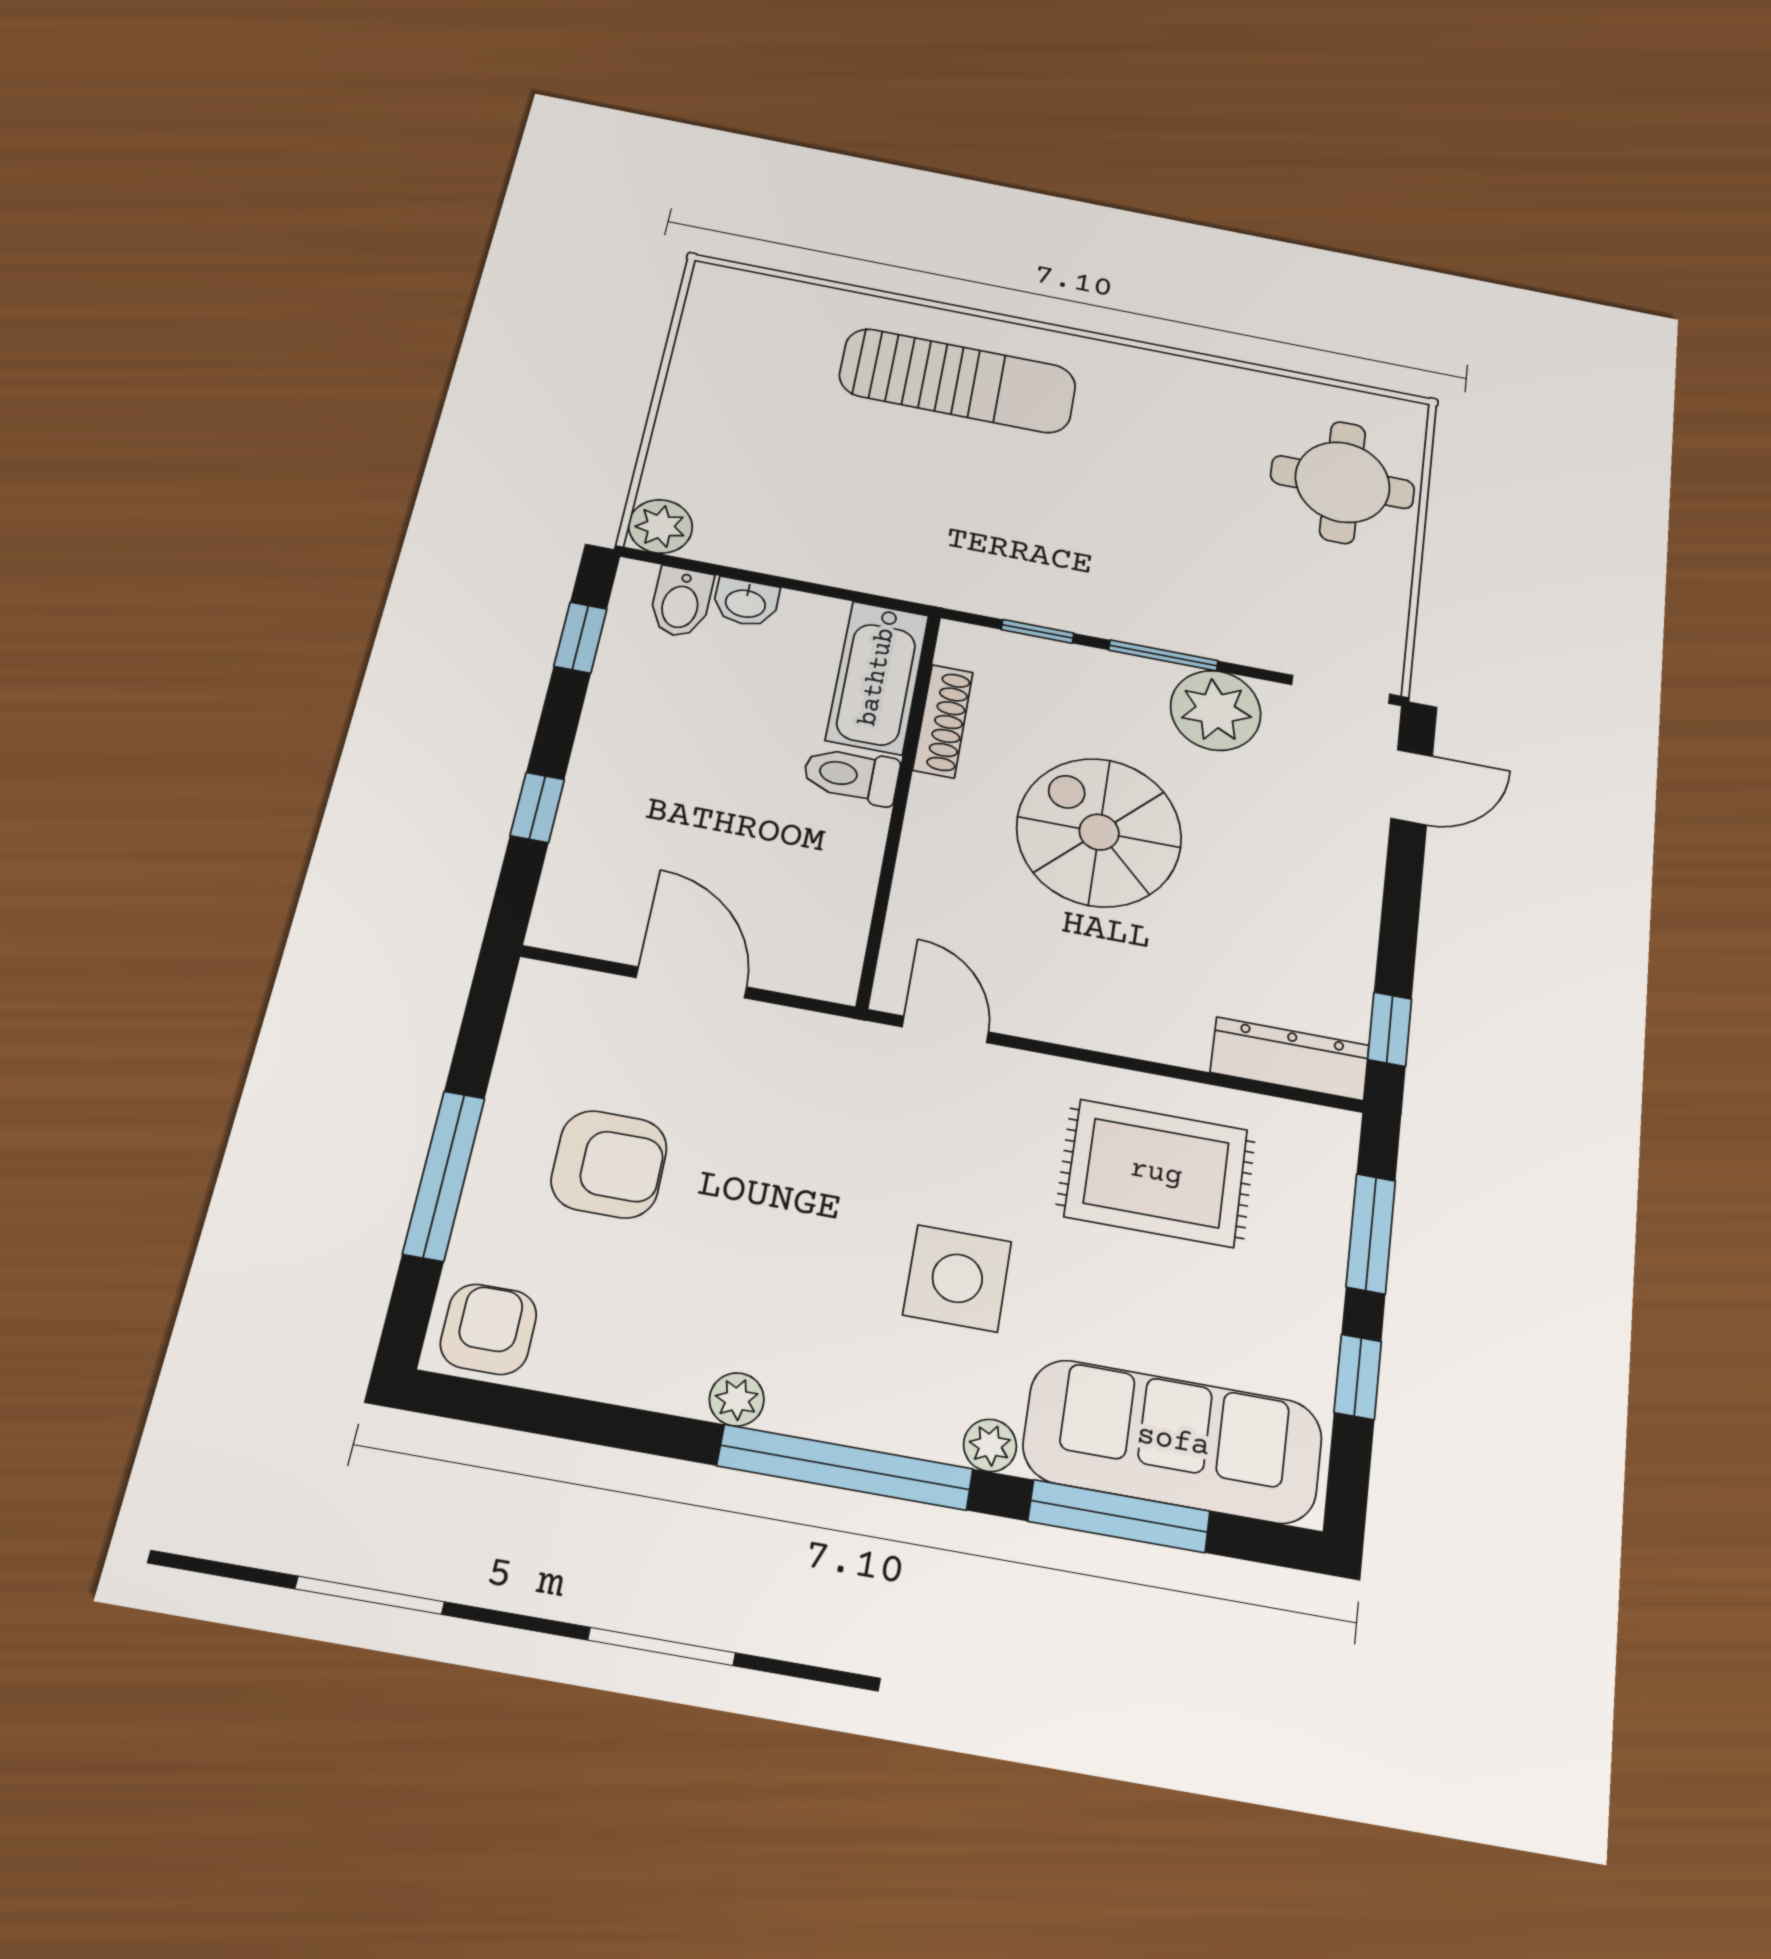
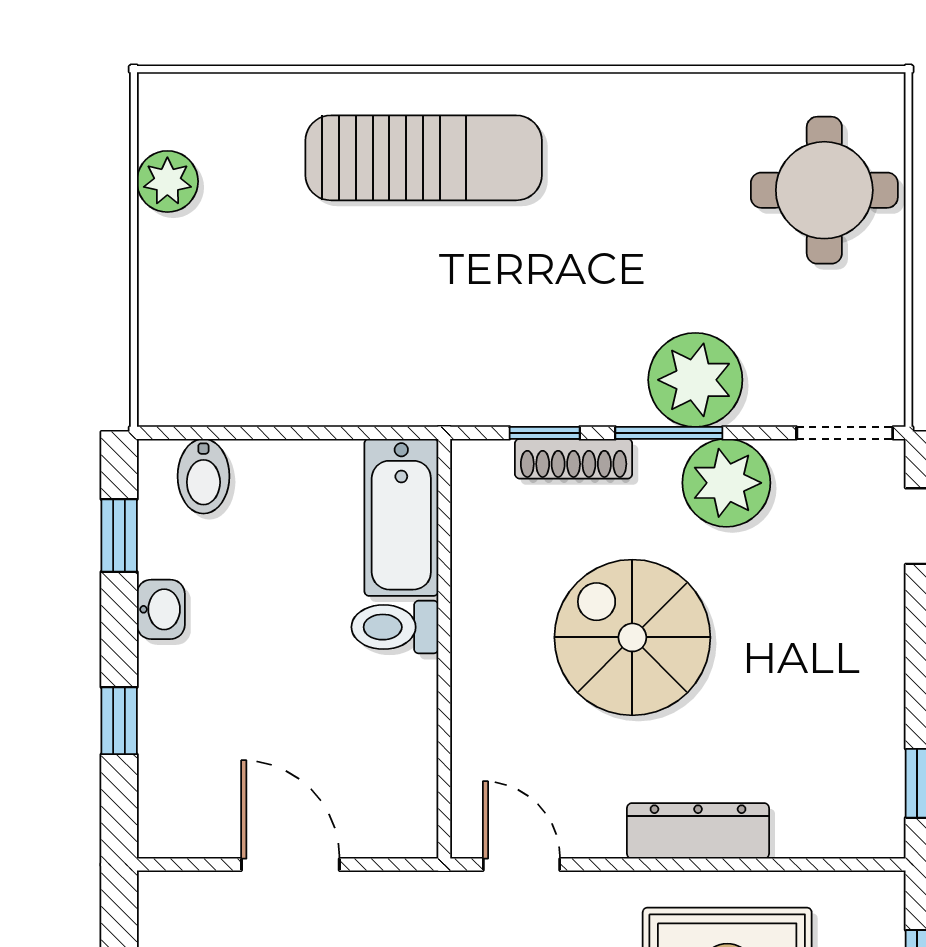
plant: (660, 526) -> (167, 181), moved
washbasin: (746, 602) -> (161, 609), moved, turned -90
plant: (1196, 615) -> (695, 380), added
shoe rack: (943, 721) -> (574, 459), moved, turned 90
dresser: (1290, 1059) -> (698, 831), moved

